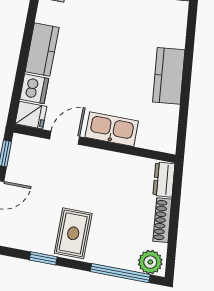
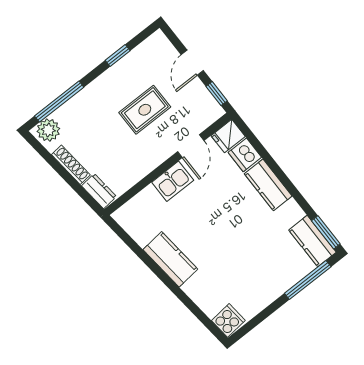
kitchen sink: (112, 129) -> (173, 181), width x0.73
rug: (73, 233) -> (145, 110), moved, turned 90

